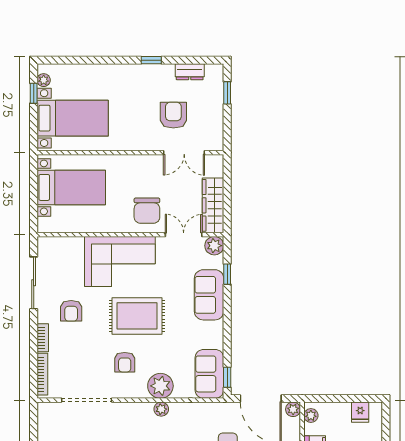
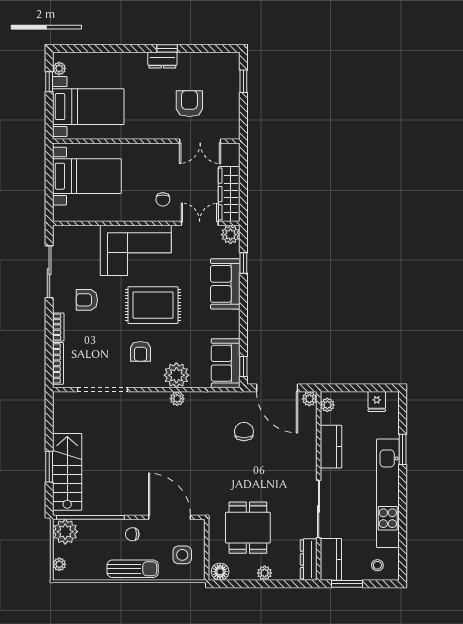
dresser: (190, 72) -> (162, 60), moved
chair: (147, 211) -> (163, 199), width x0.54, depth x0.54
armchair: (71, 311) -> (87, 300), turned 90

